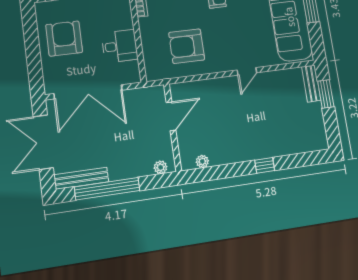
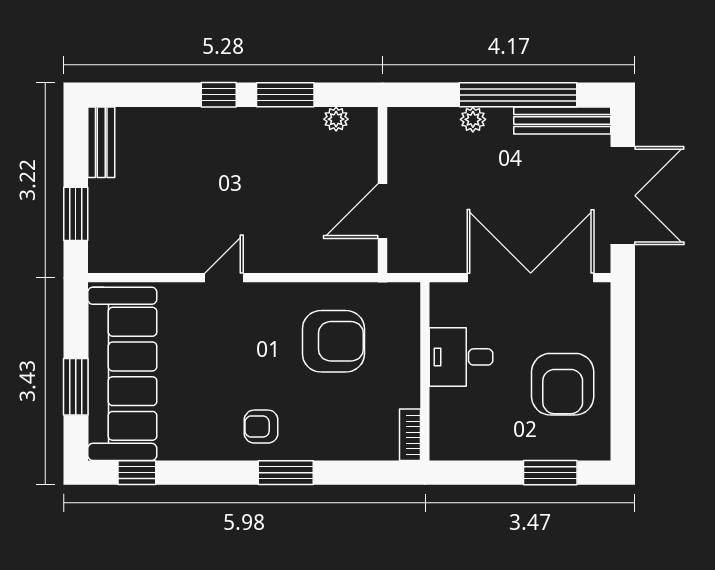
bench: (311, 84) -> (101, 142), moved
plant: (161, 167) -> (473, 119), moved
window: (231, 170) -> (285, 95), added

